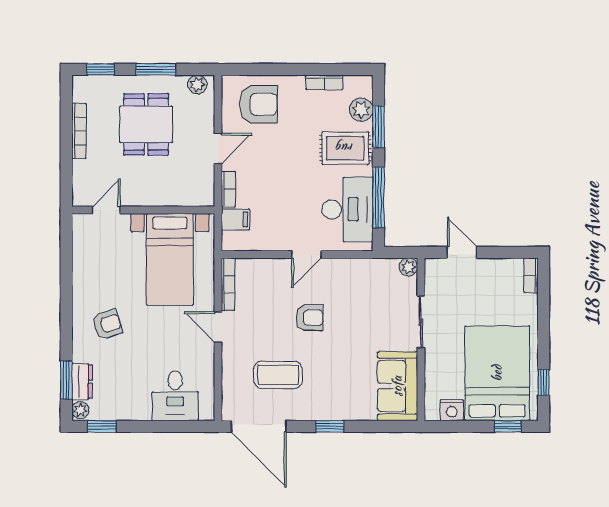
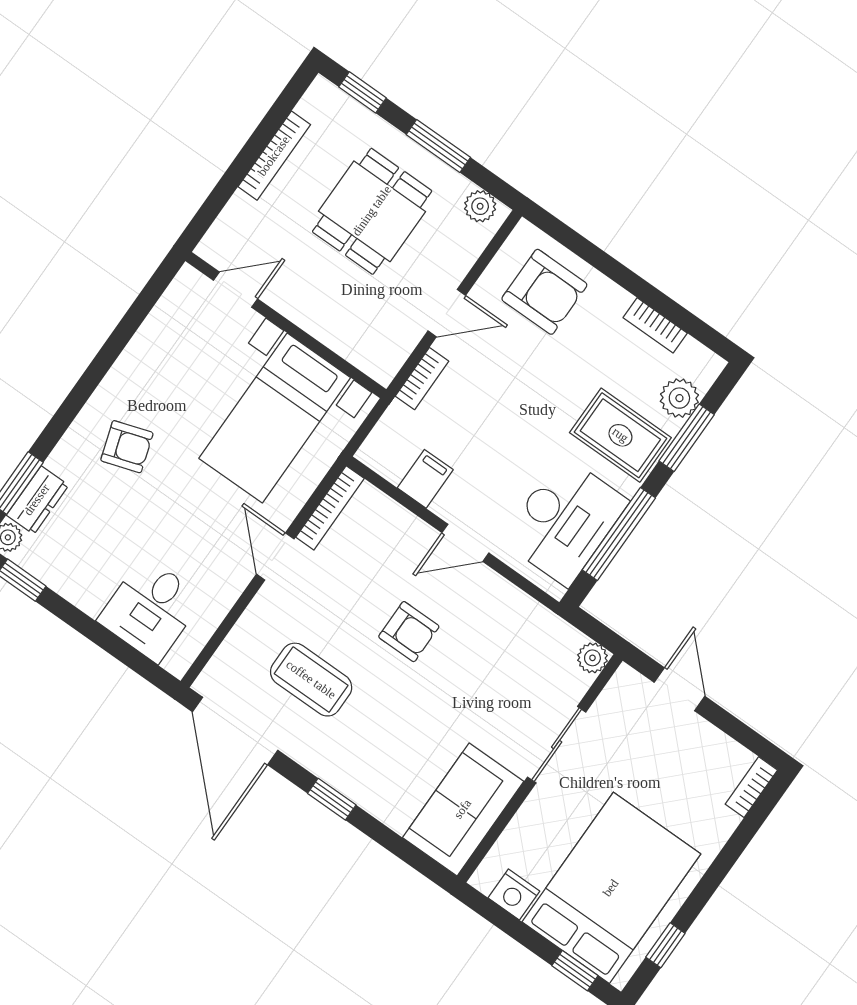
filing cabinet: (235, 219) -> (425, 479), moved, turned -90

